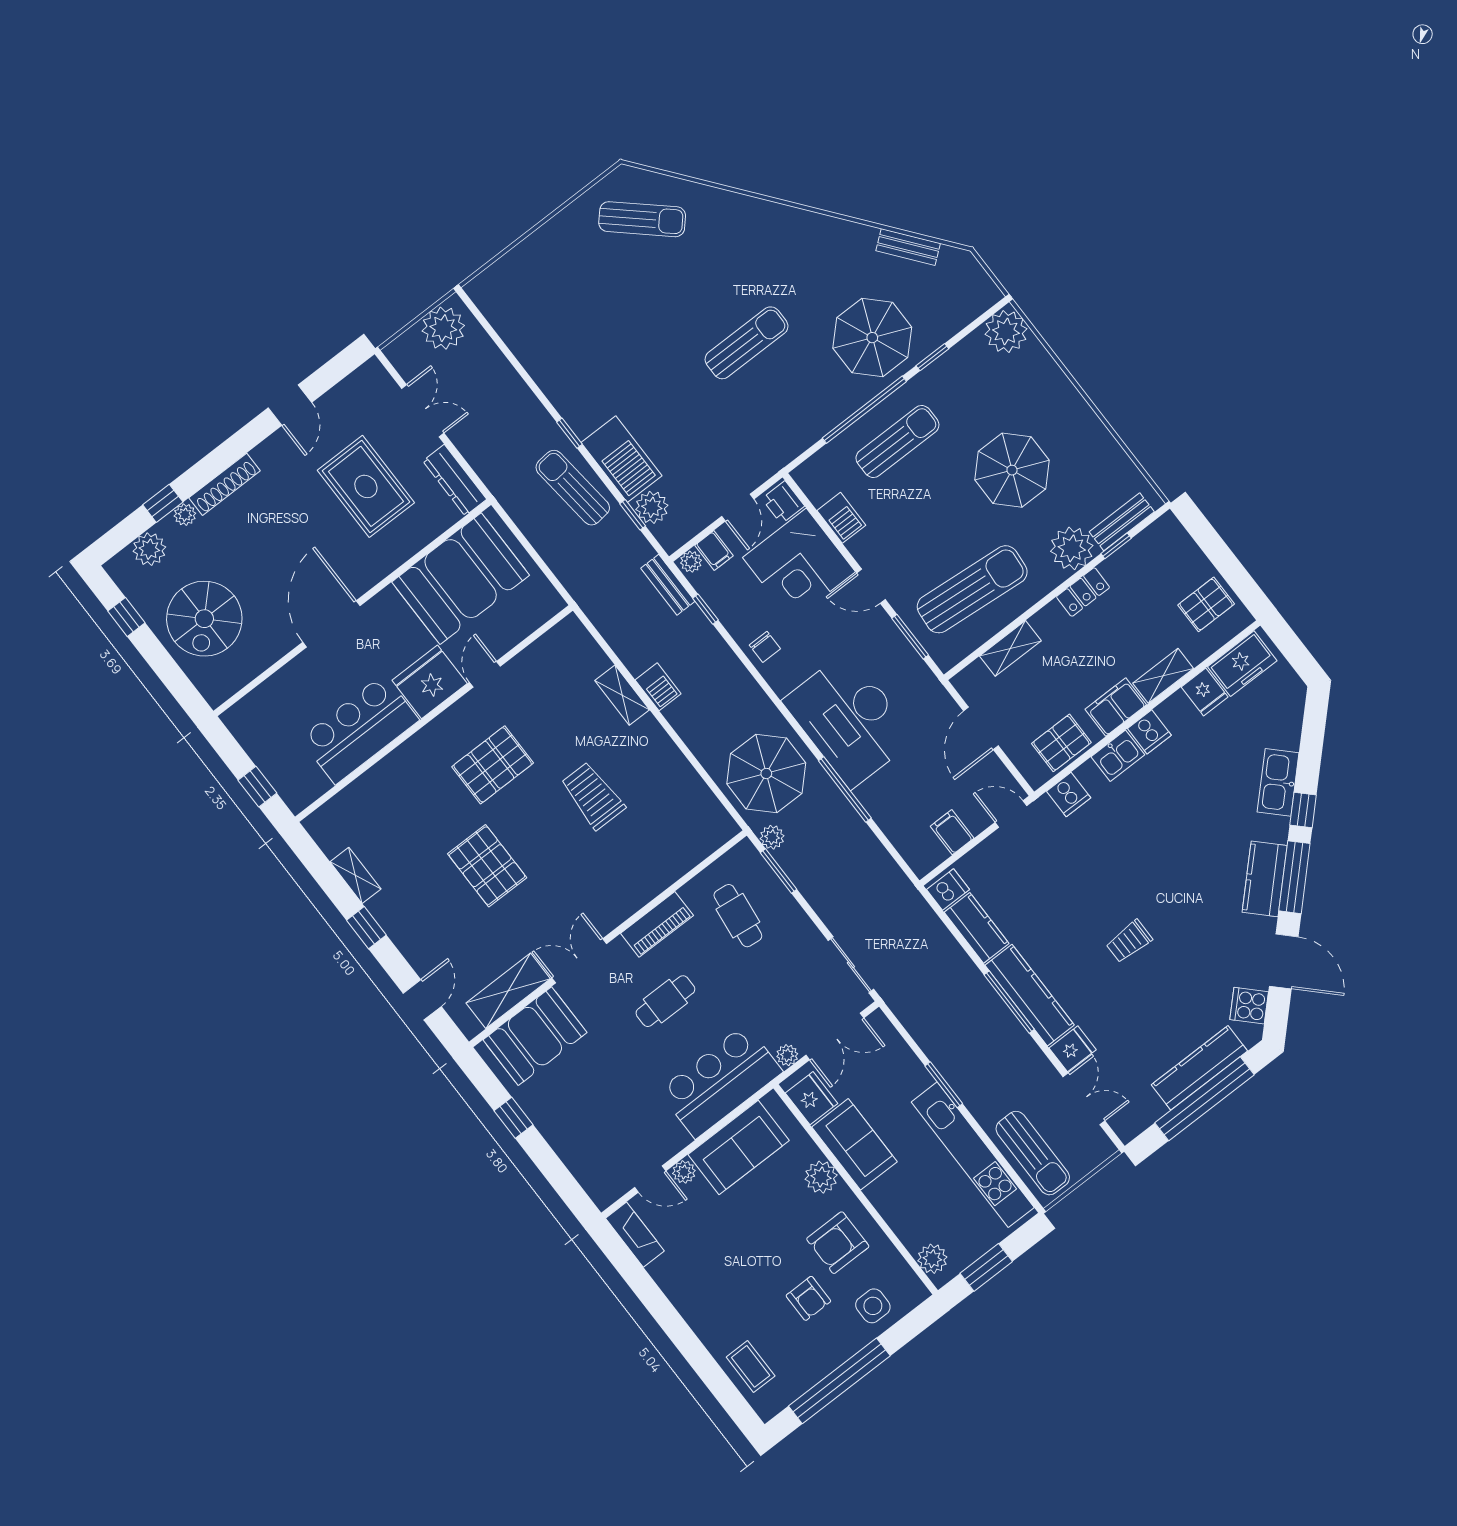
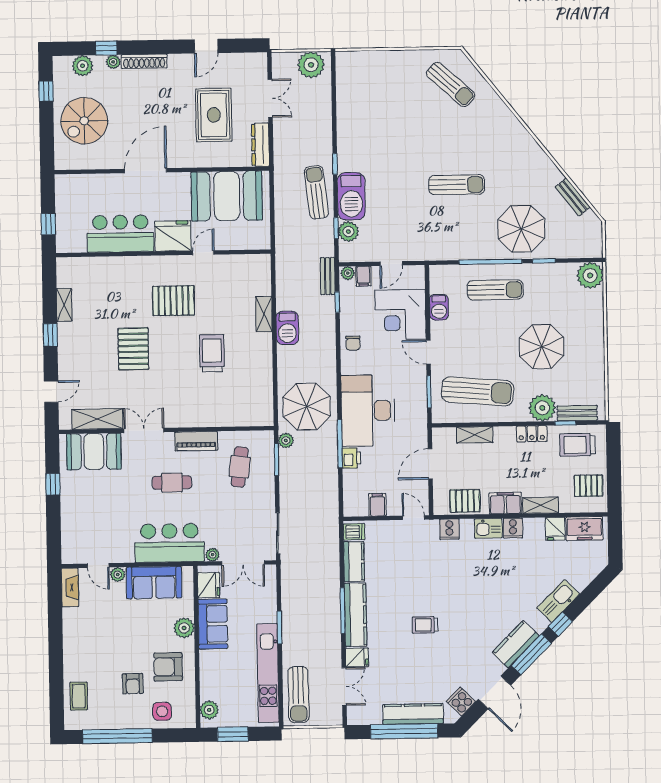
printer: (783, 502) -> (351, 458), moved, turned 180
trolley: (1153, 562) -> (577, 445), added
barbecue: (658, 687) -> (287, 328), width x1.38, depth x1.27

